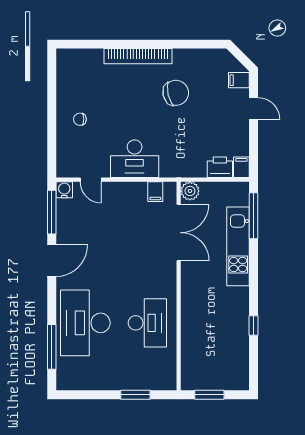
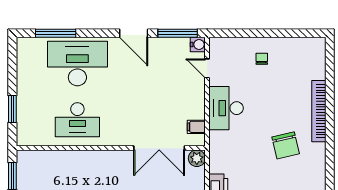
door: (91, 180) -> (207, 68), hinge flipped

